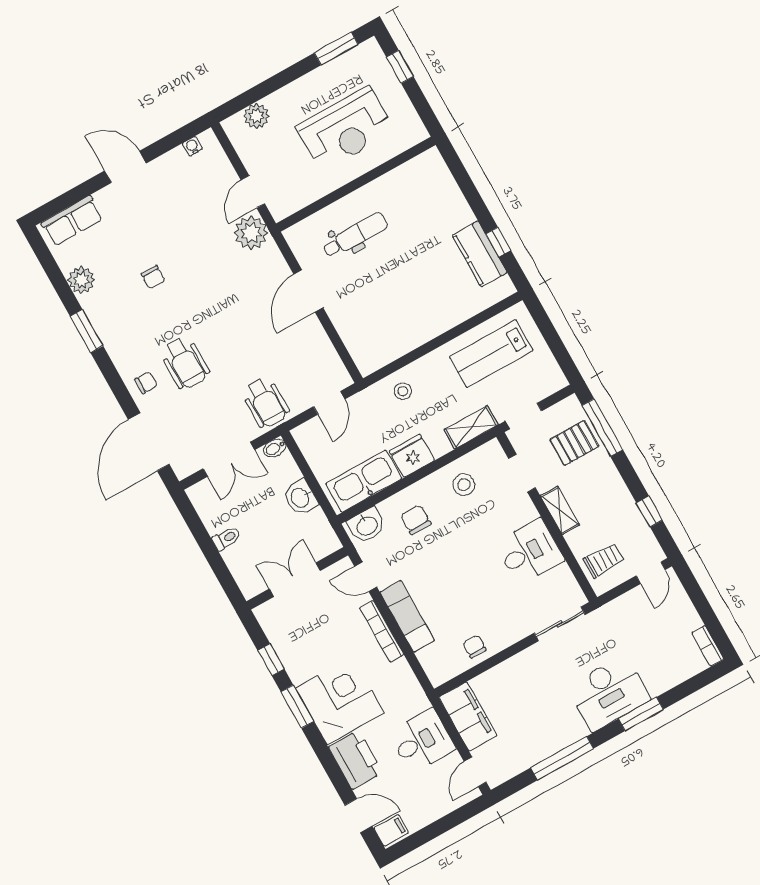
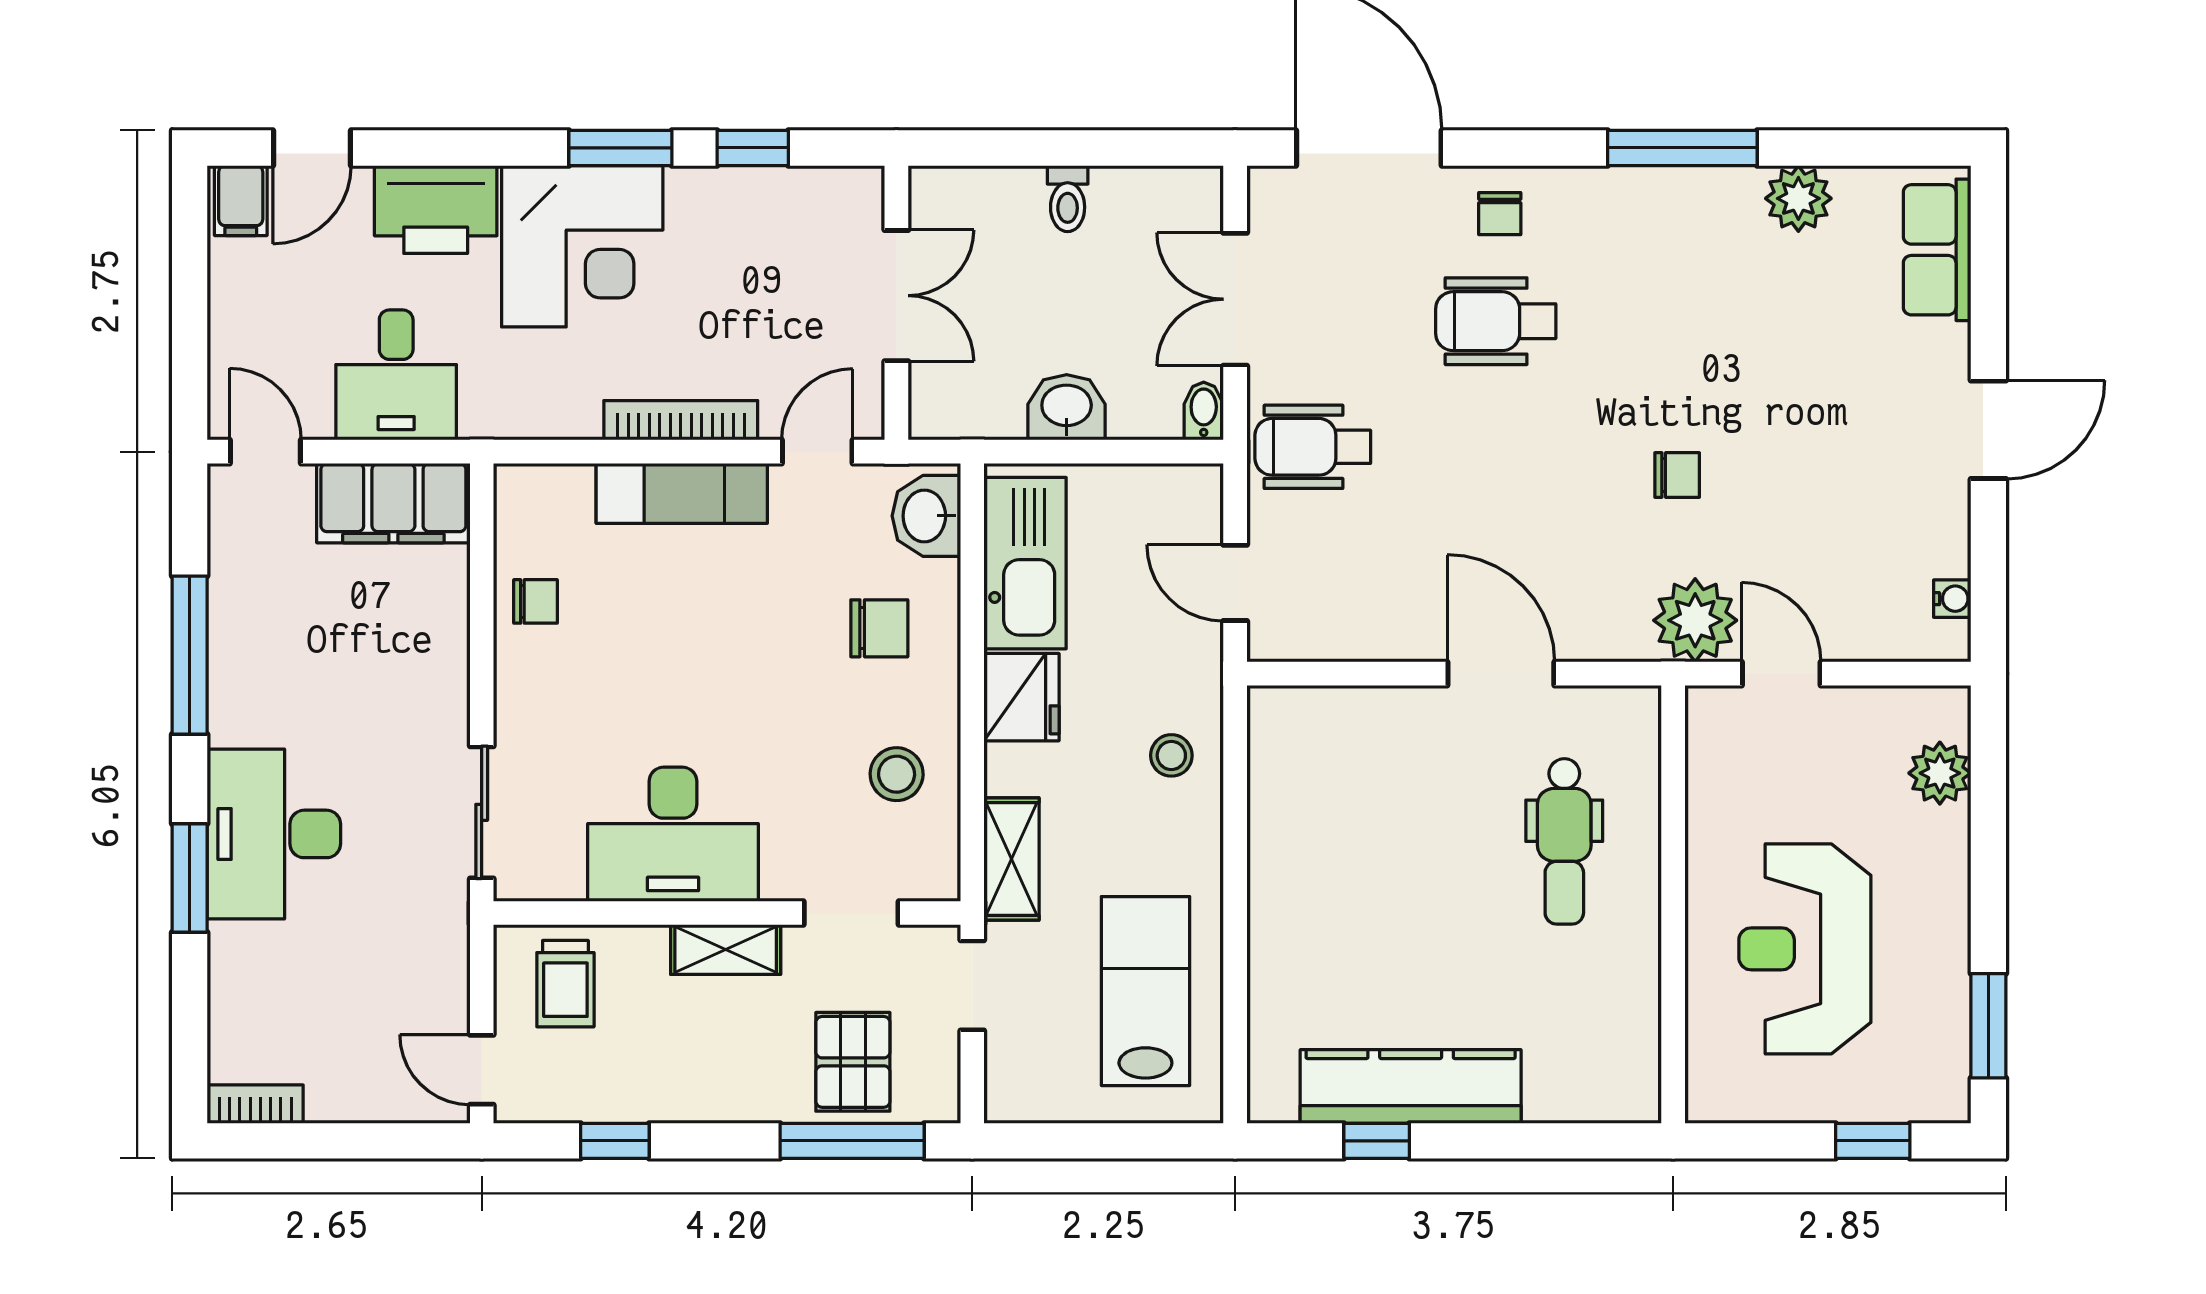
kitchen counter: (480, 254) -> (1411, 1086), width x1.50
chair: (153, 277) -> (1677, 475), moved, turned 180
window: (87, 331) -> (1682, 148), width x1.44
desk: (530, 552) -> (673, 834), width x1.37

